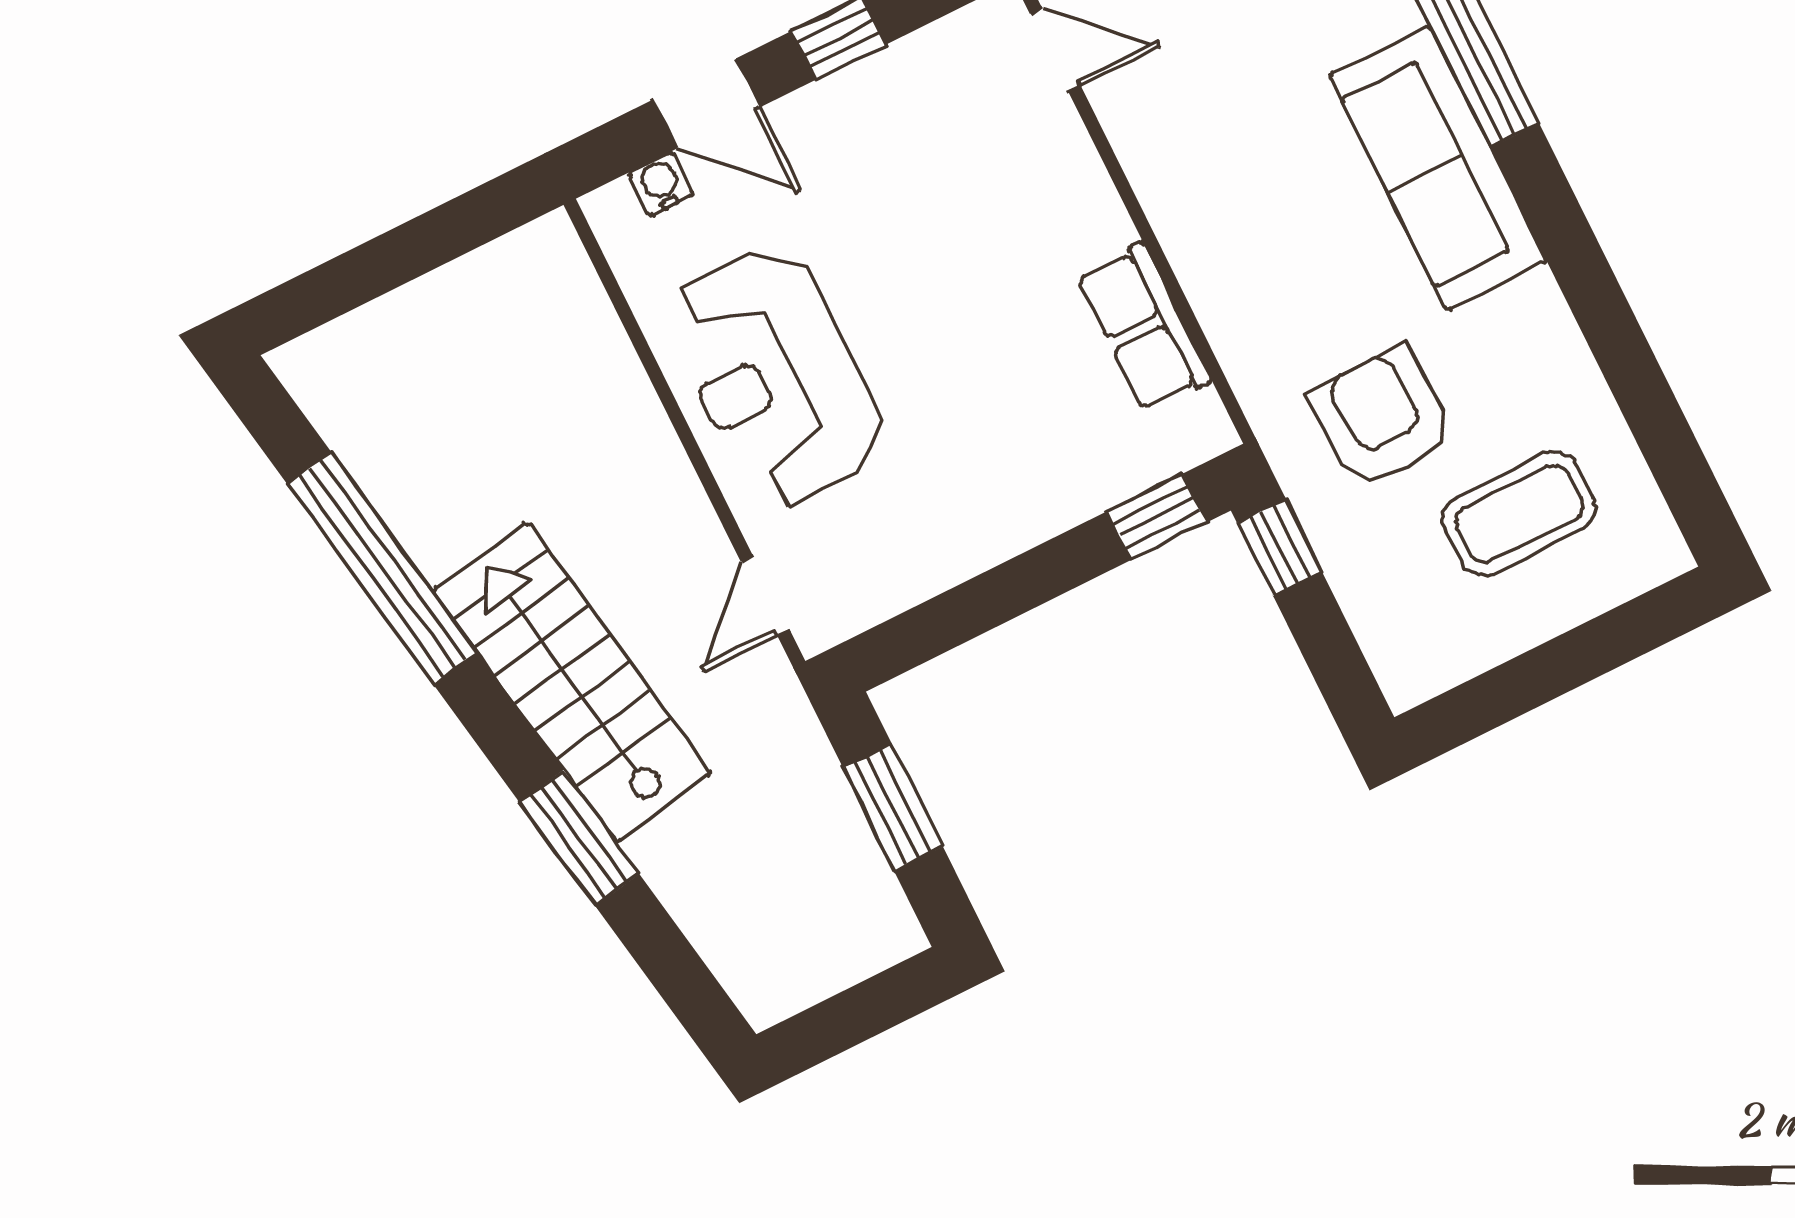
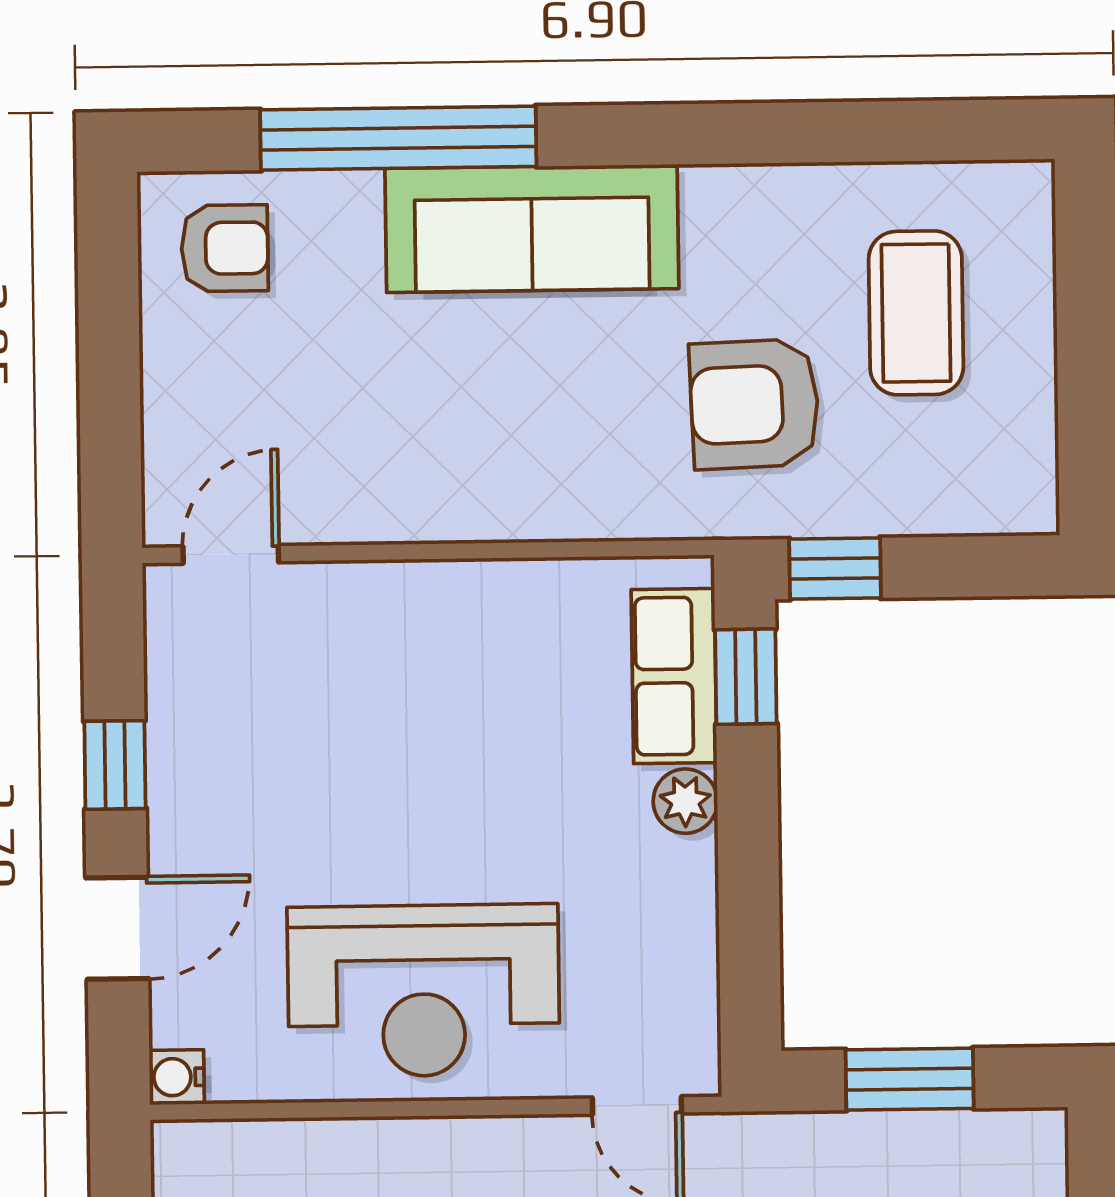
water cooler: (661, 184) -> (177, 1077), moved
row of seats: (1144, 328) -> (674, 676), moved, turned 90
plant: (1032, 516) -> (685, 801), added

